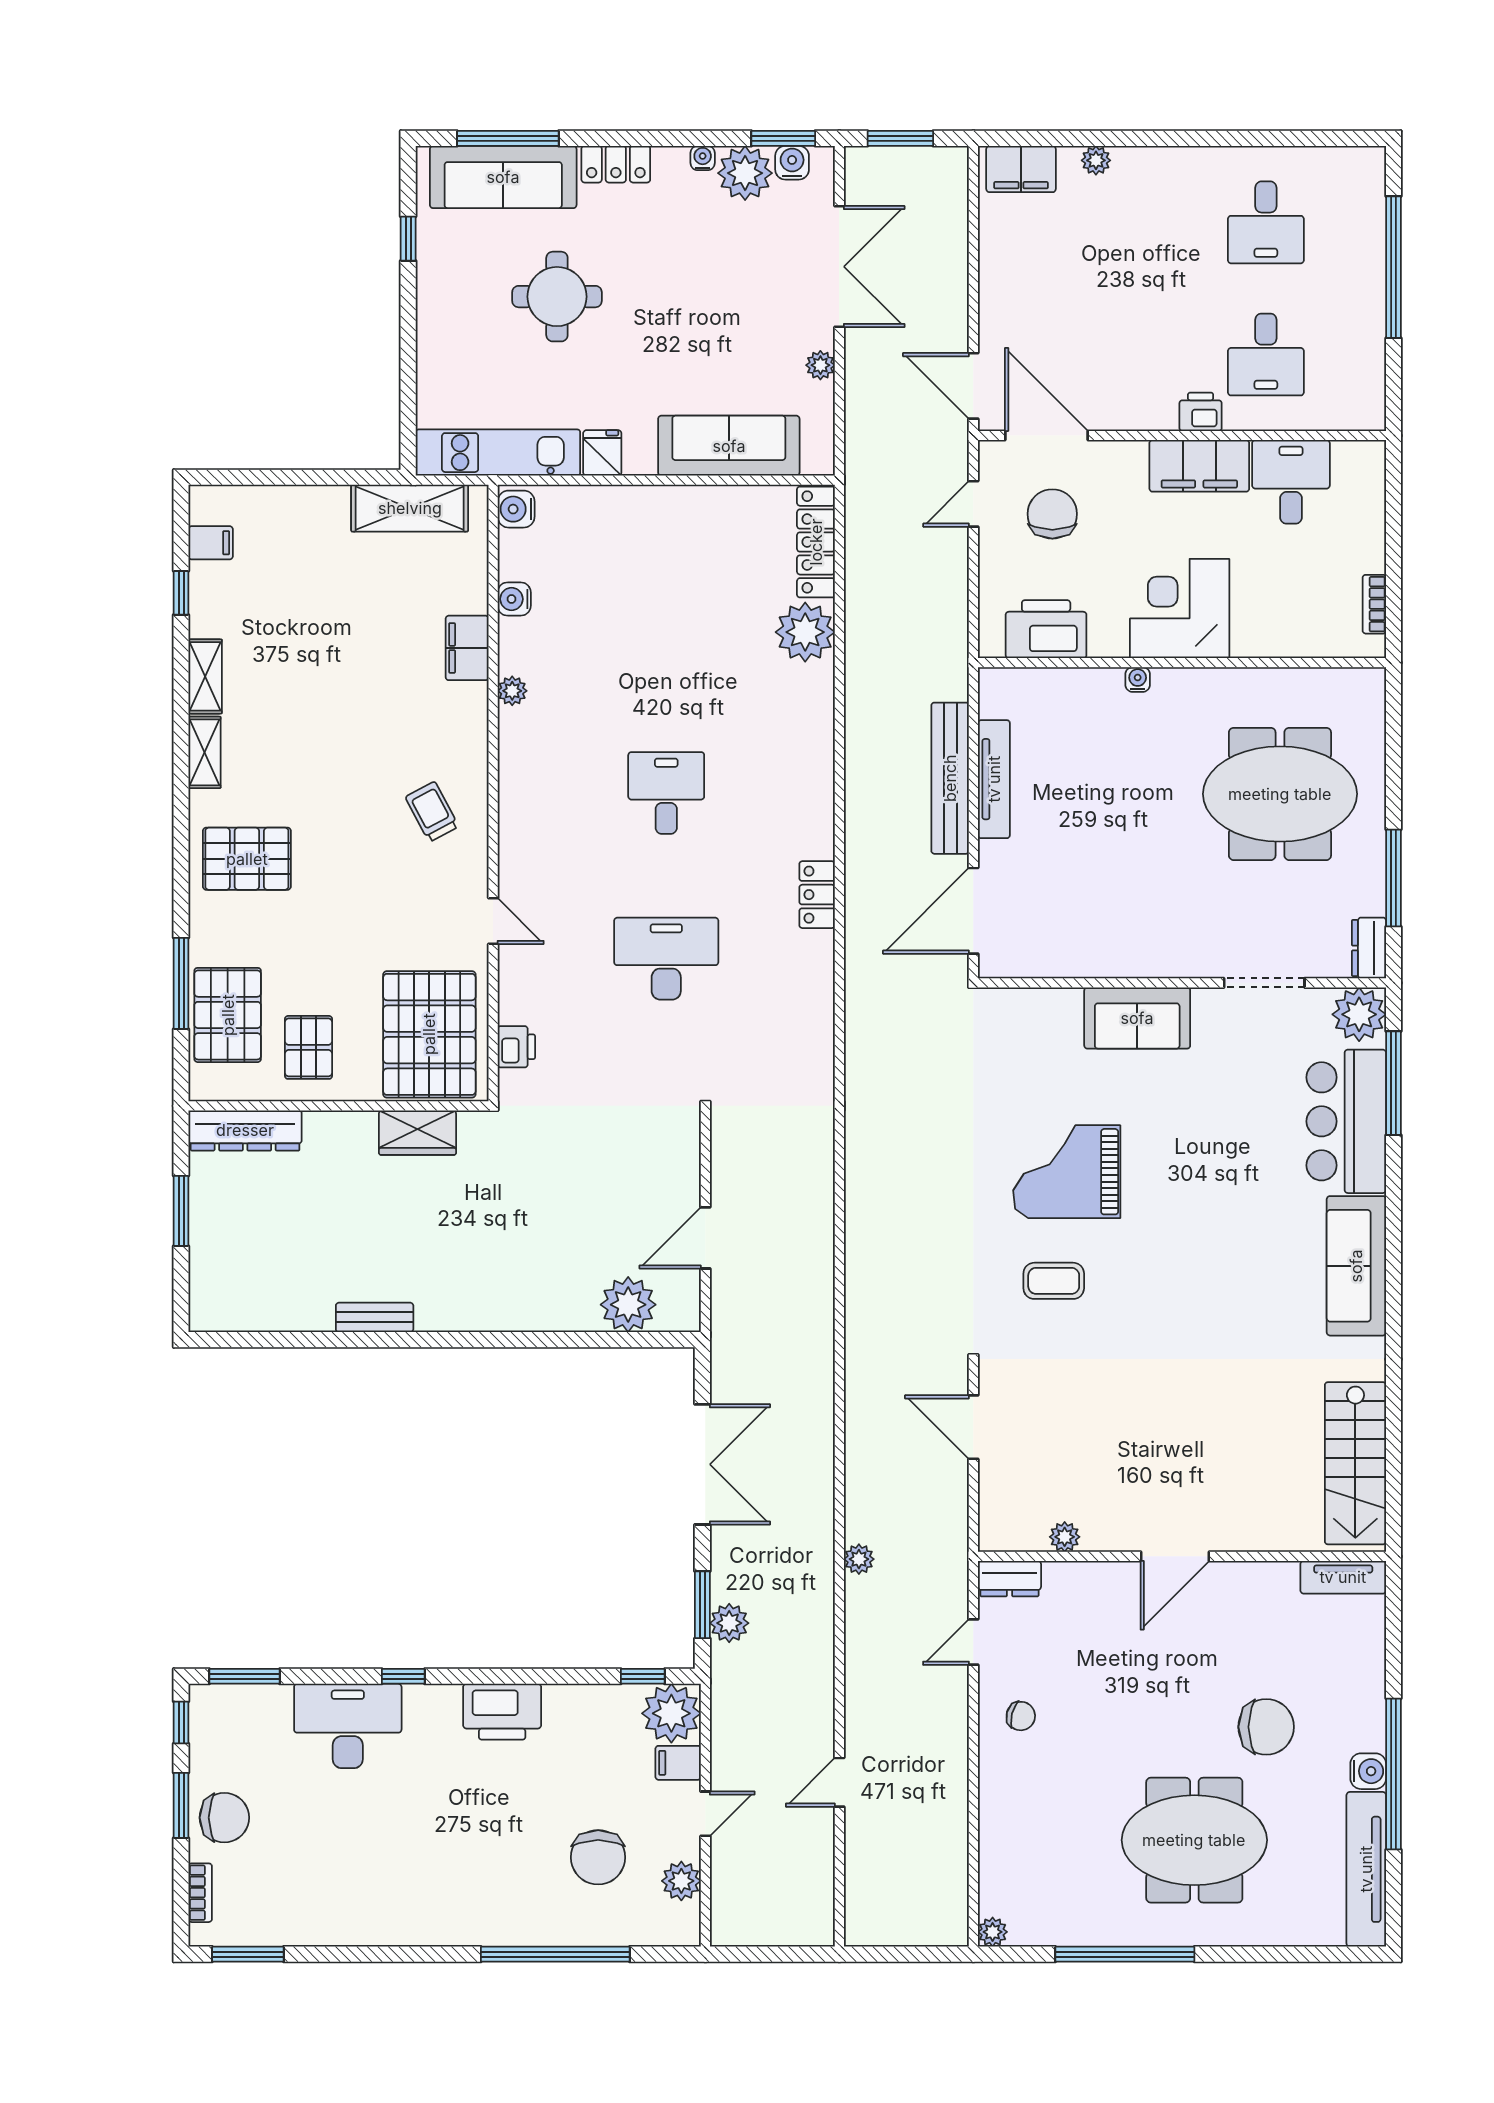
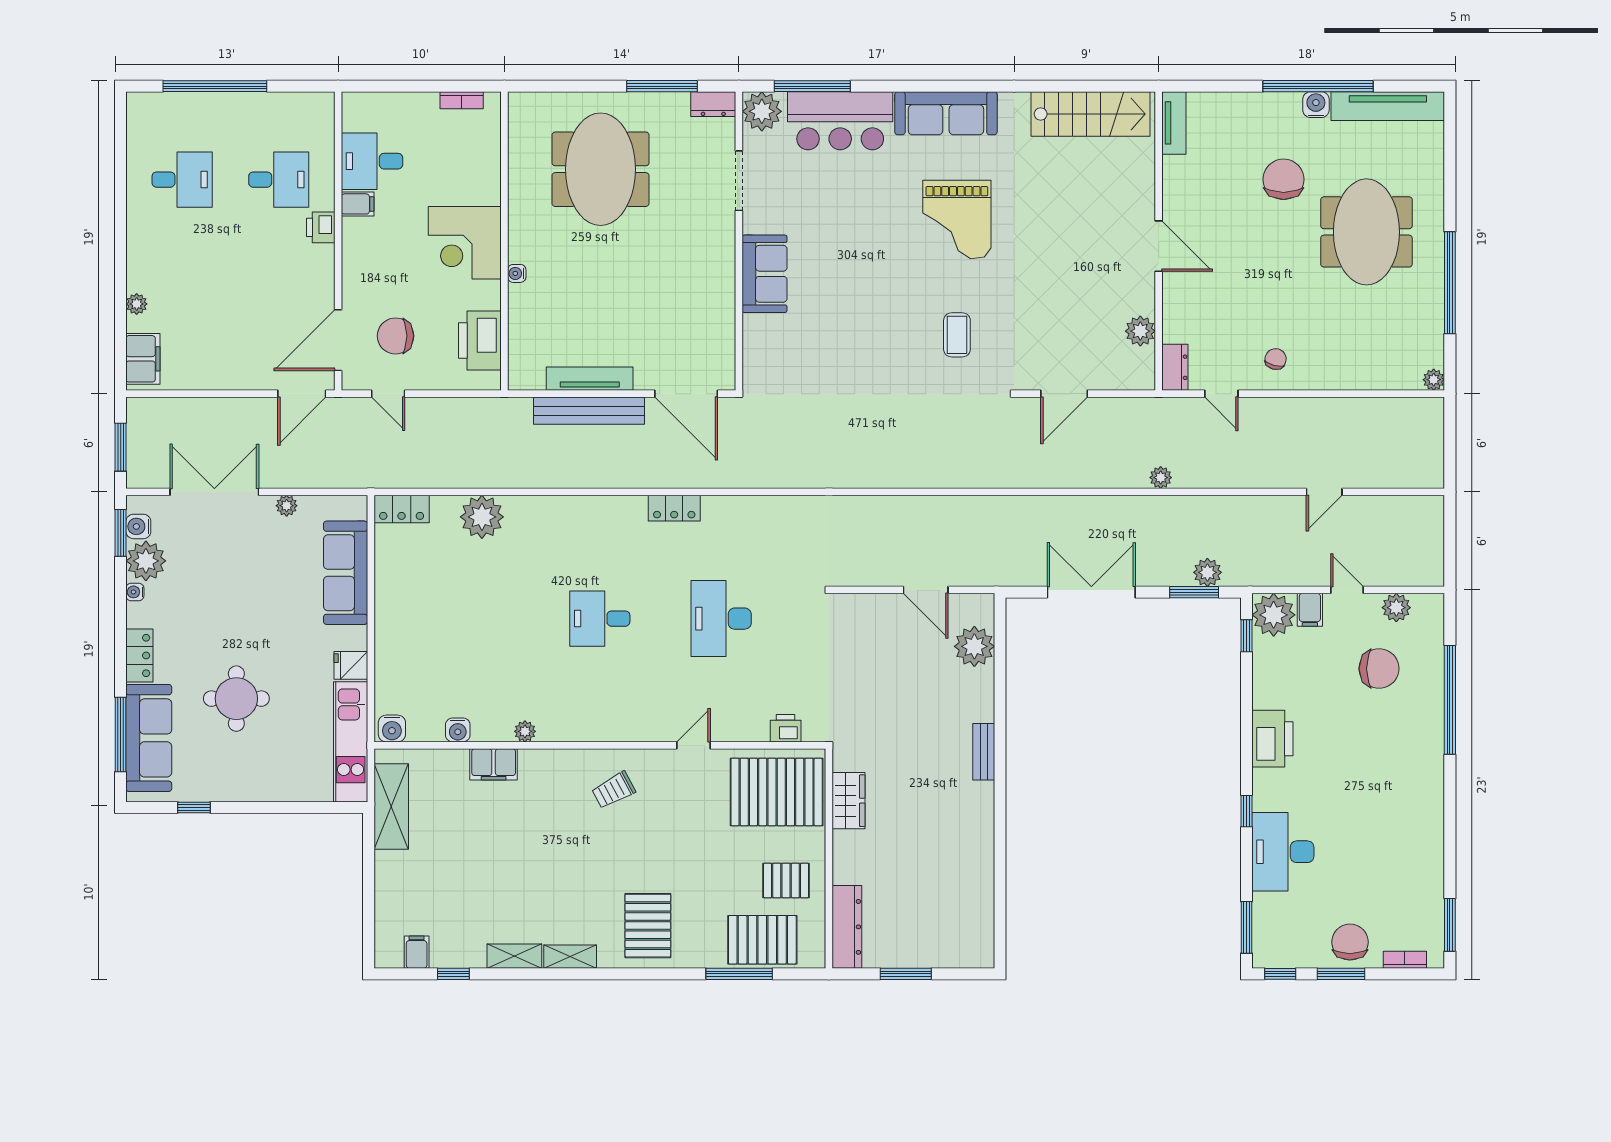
filing cabinet: (1199, 466) -> (358, 204), width x0.33, depth x0.86
locker: (816, 542) -> (402, 509), width x0.66
grand piano: (1067, 1172) -> (957, 219), moved
bench: (375, 1317) -> (984, 752), moved
plant: (1065, 1537) -> (1140, 331), width x1.38, depth x1.38
door: (839, 1782) -> (1324, 492), hinge flipped

